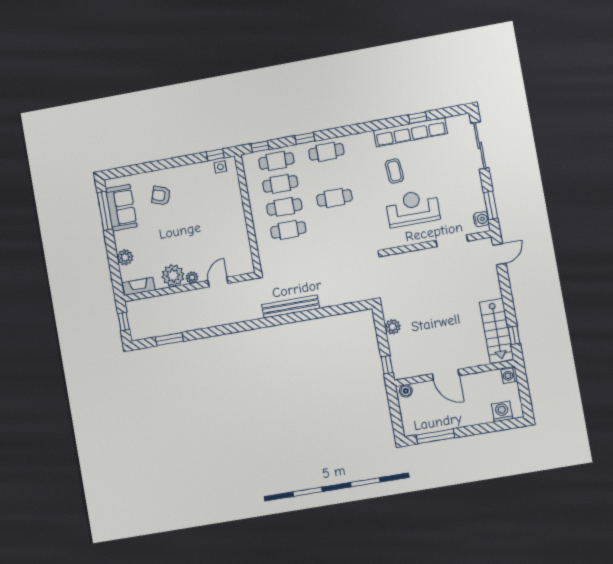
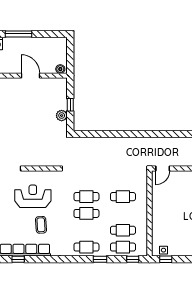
cafe table: (284, 207) -> (86, 197), moved
reception desk: (413, 208) -> (33, 196), turned 180
door: (218, 282) -> (163, 169), moved
bench: (291, 306) -> (131, 142), removed
window: (387, 365) -> (70, 105), moved
window: (435, 436) -> (19, 34), moved

